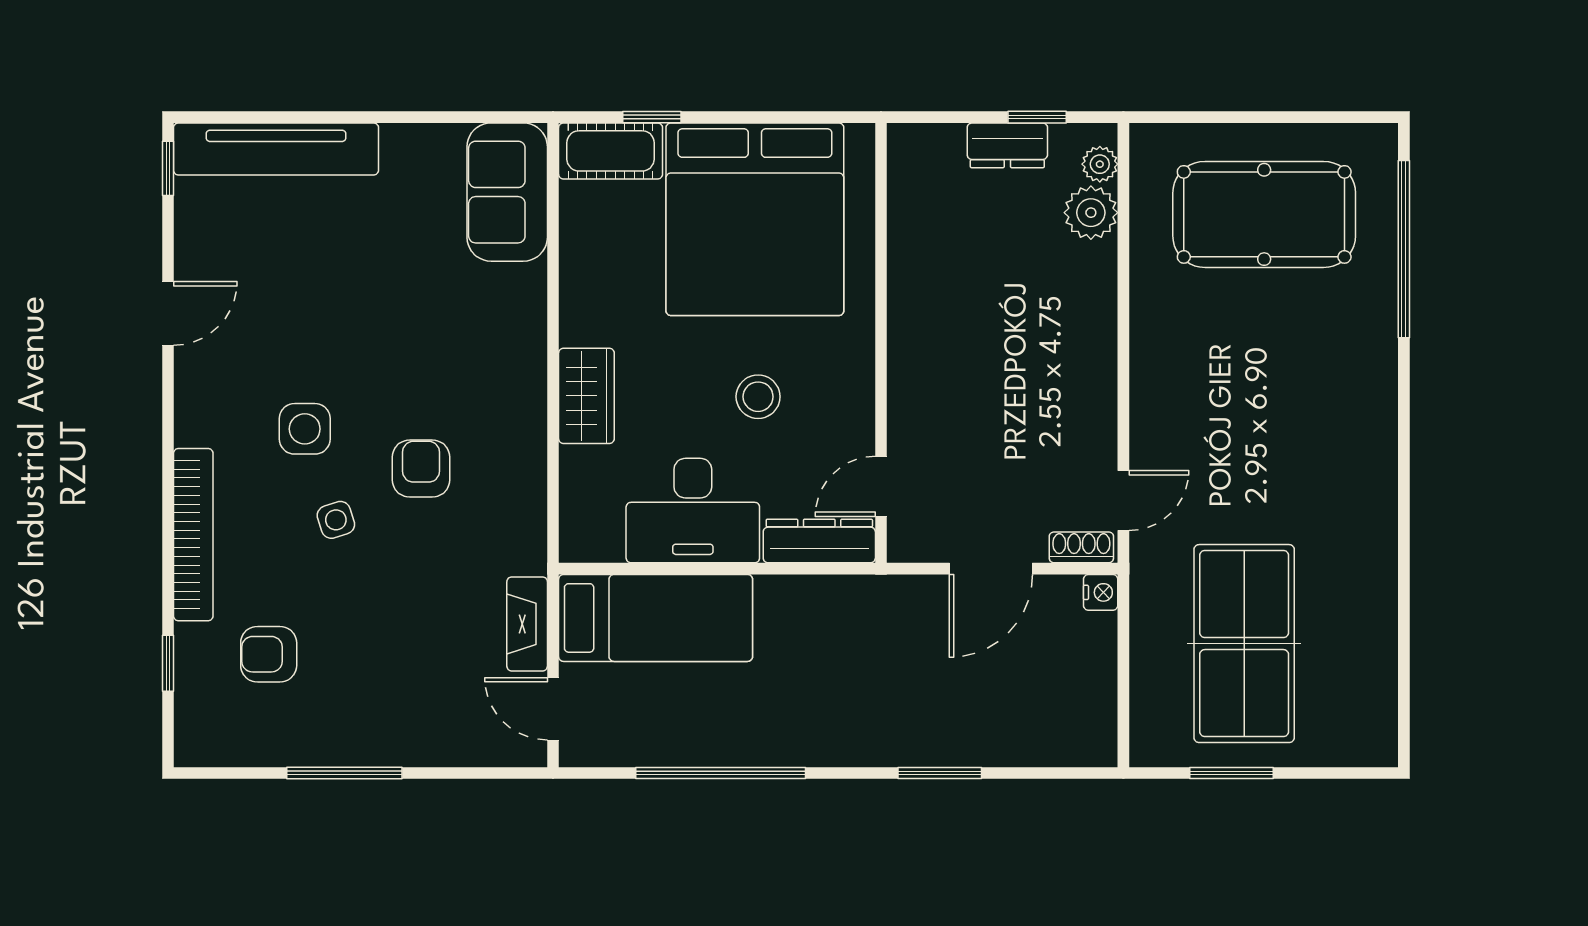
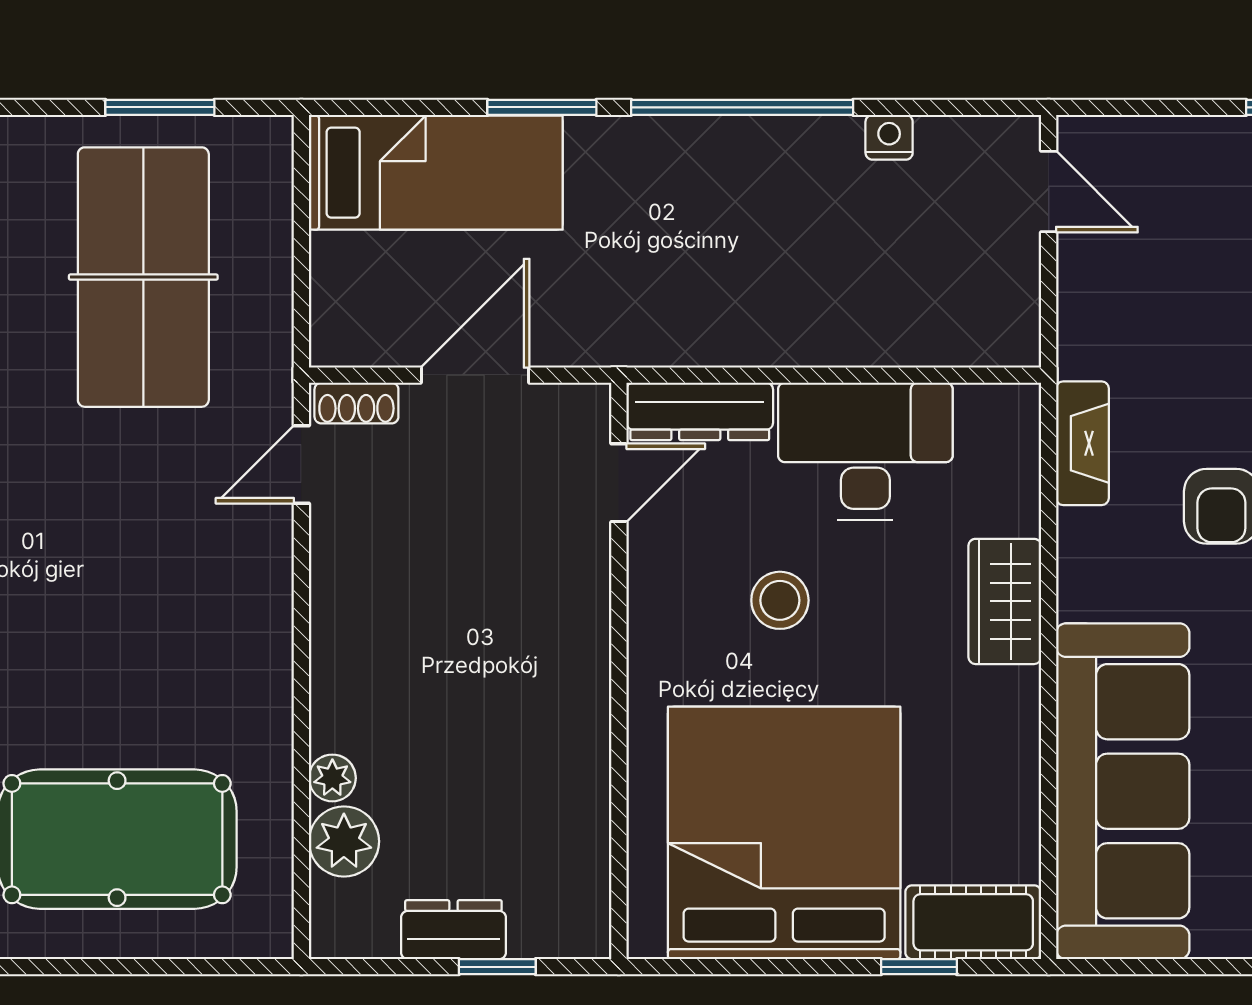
window: (1037, 117) -> (497, 967), moved
plant: (1100, 164) -> (332, 778), moved
sofa: (507, 192) -> (1123, 791), width x1.85, depth x1.27
nightstand: (1101, 592) -> (889, 137), moved, turned 90
bed: (656, 618) -> (436, 173), moved, turned 180
fireplace: (527, 624) -> (1082, 443), moved
window: (721, 773) -> (742, 107), moved

